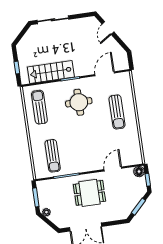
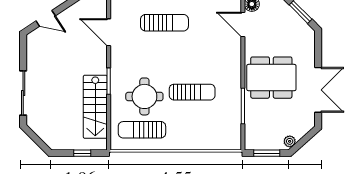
round table: (79, 102) -> (144, 96), moved
sun lounger: (53, 156) -> (192, 92), moved
door: (113, 169) -> (243, 24), moved
dining table: (89, 193) -> (271, 78), width x1.38

